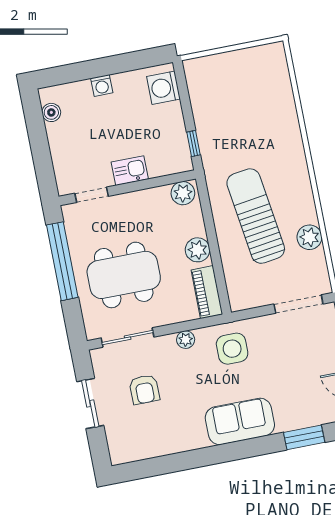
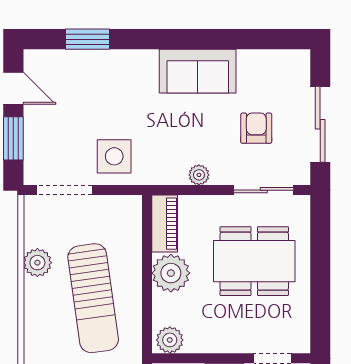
plant: (198, 250) -> (171, 273), width x1.36, depth x1.36
window: (62, 261) -> (320, 290), removed
side table: (232, 349) -> (114, 156), moved
sliding door: (90, 403) -> (320, 124), width x1.37
sofa: (240, 421) -> (198, 71), moved

